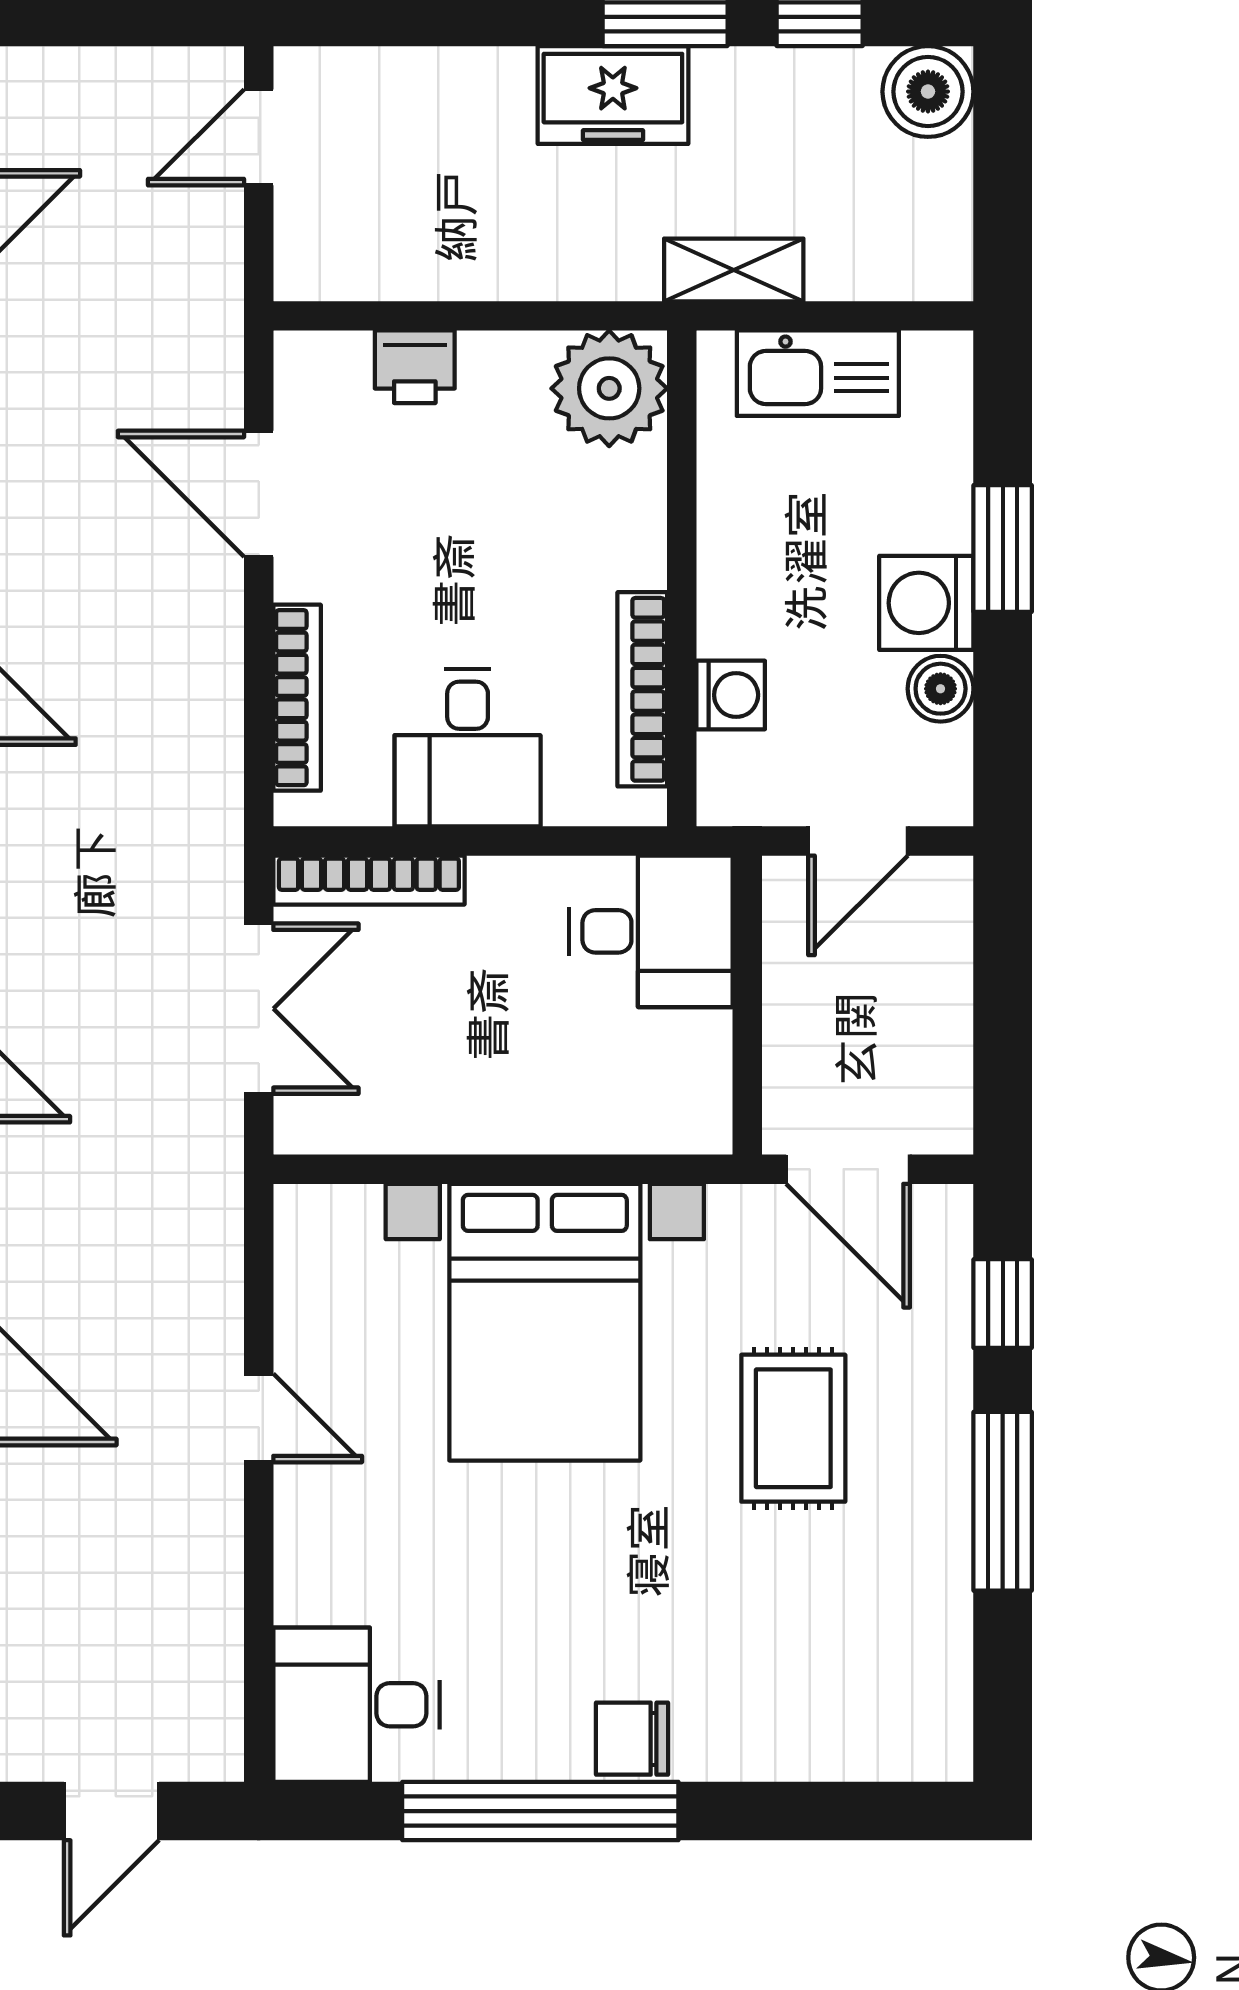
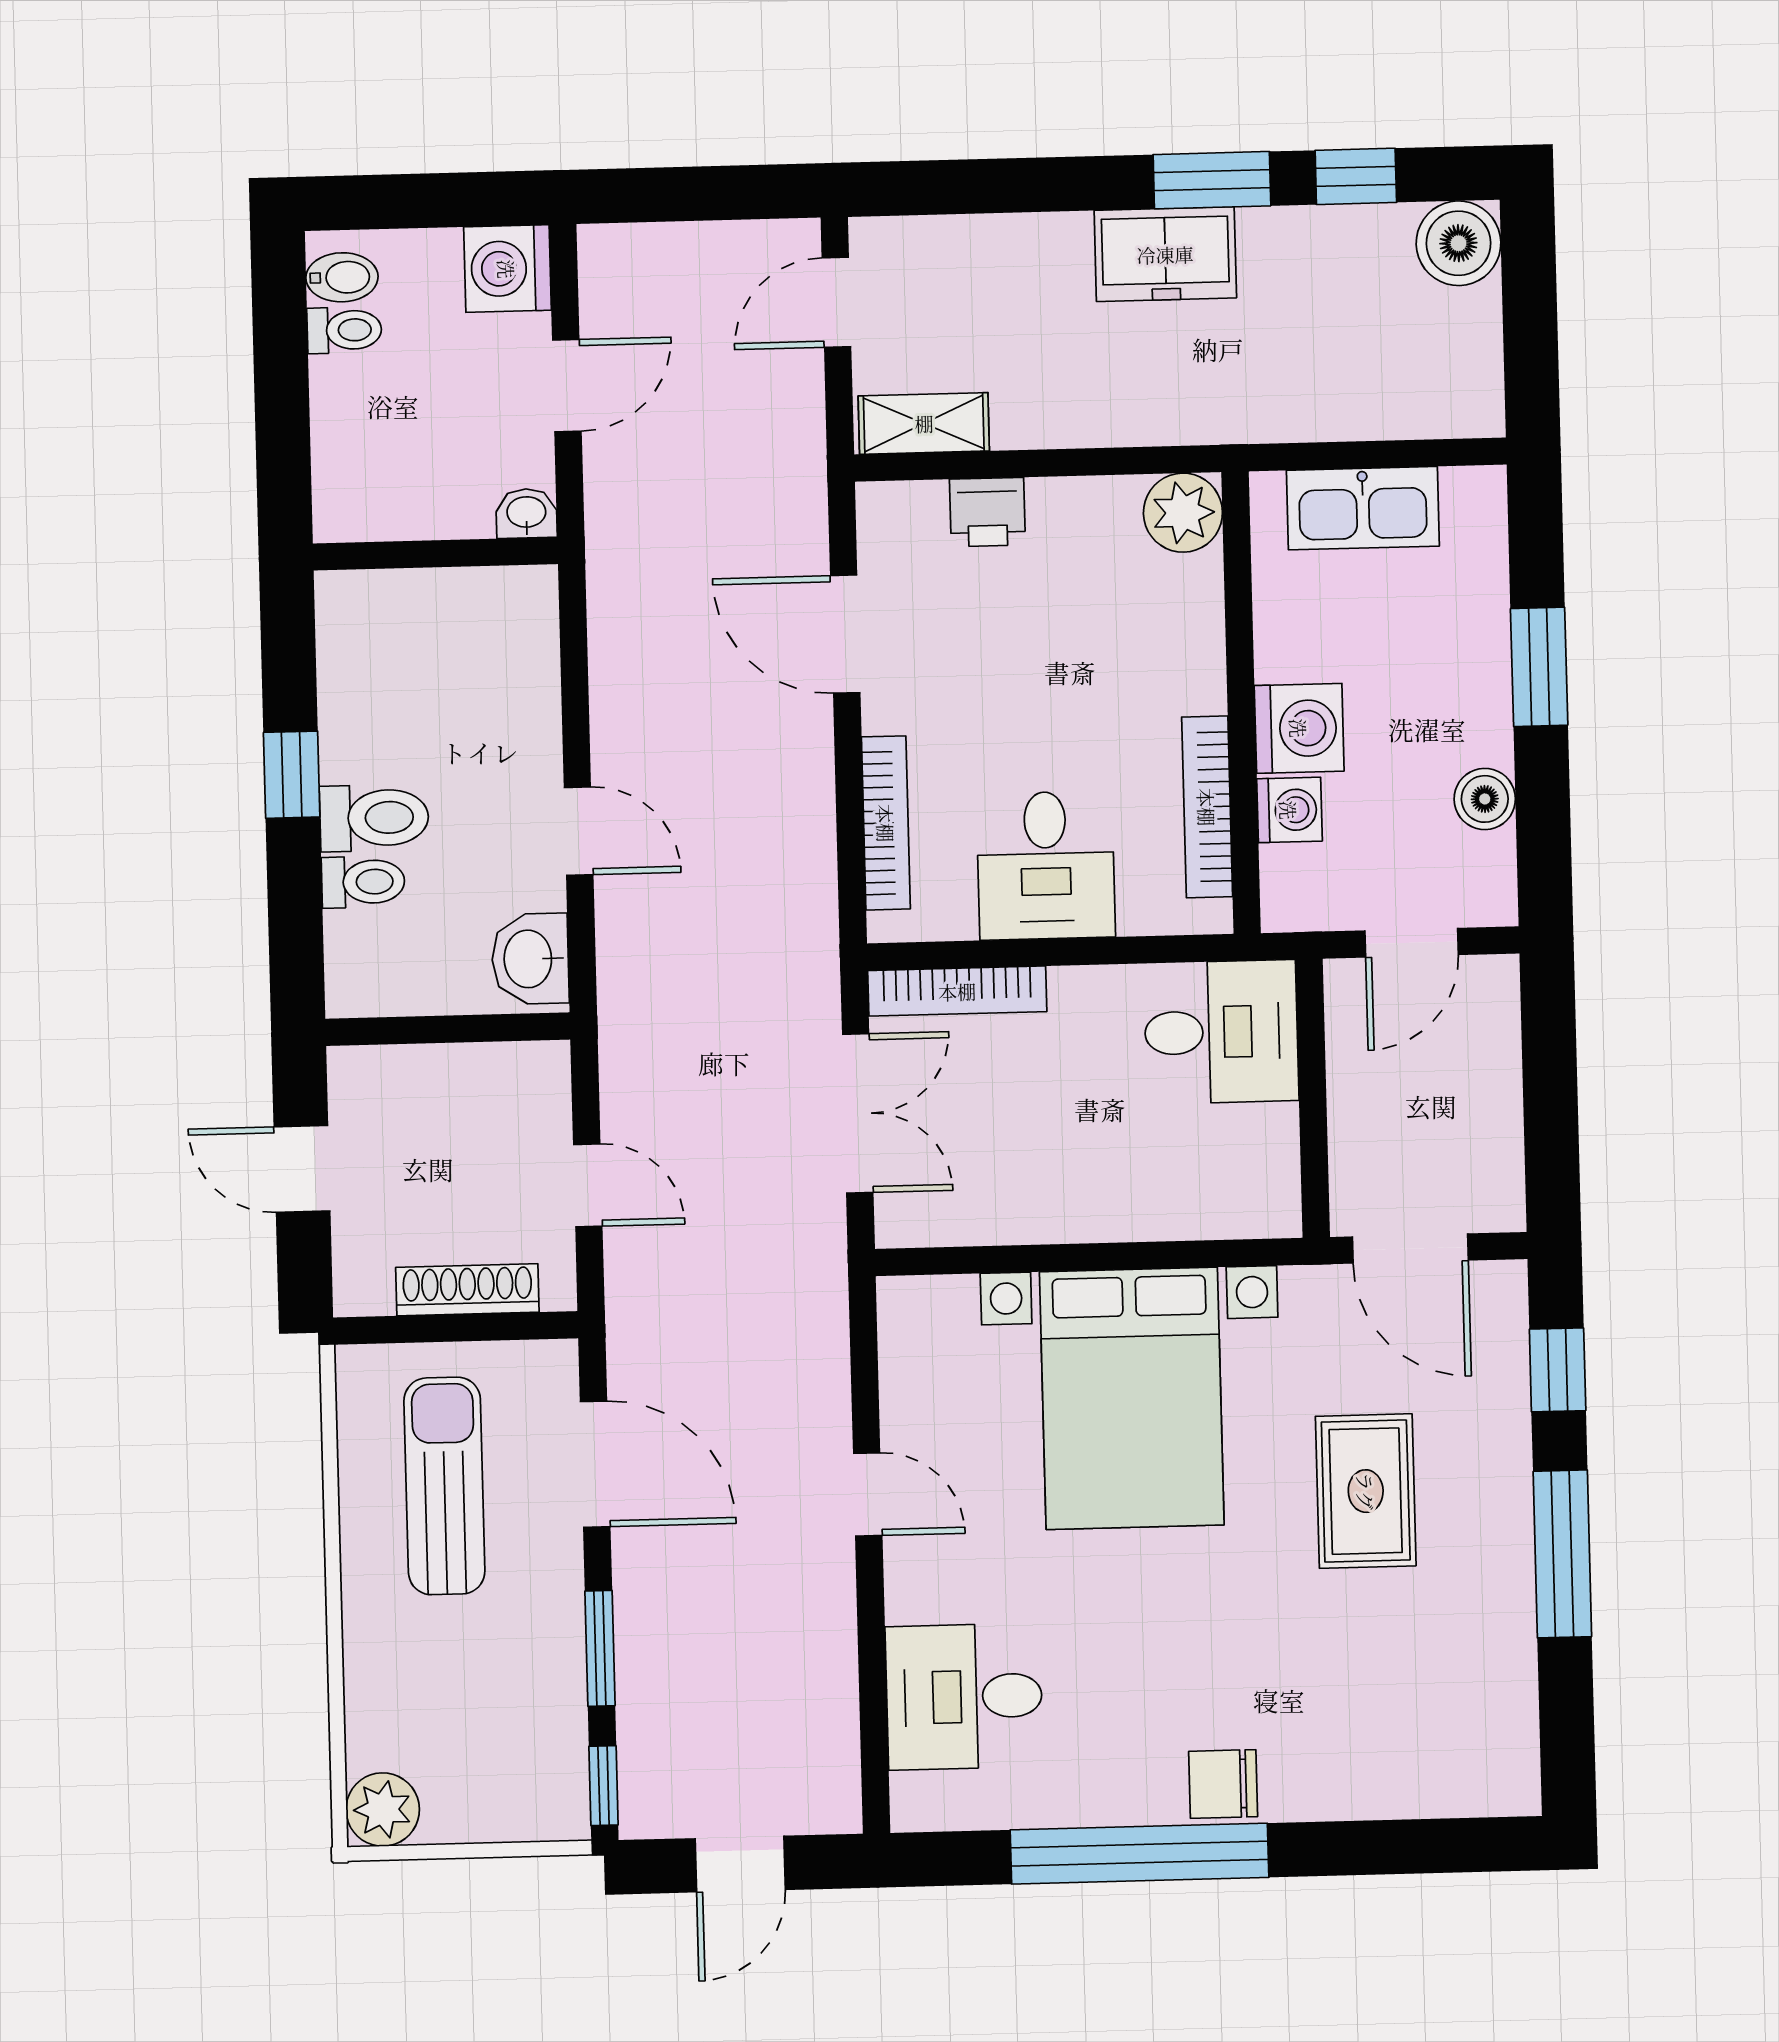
shelving: (734, 270) -> (924, 423), moved
plant: (609, 388) -> (1183, 513), width x0.73, depth x0.73
washing machine: (926, 603) -> (1299, 728), moved, turned 180
desk: (356, 1705) -> (964, 1697), moved

